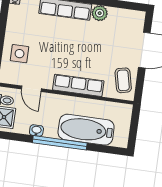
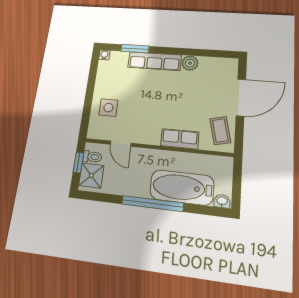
row of seats: (78, 85) -> (180, 139), width x0.68
washbasin: (36, 130) -> (222, 201), moved

